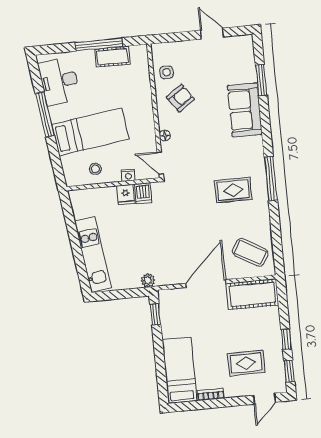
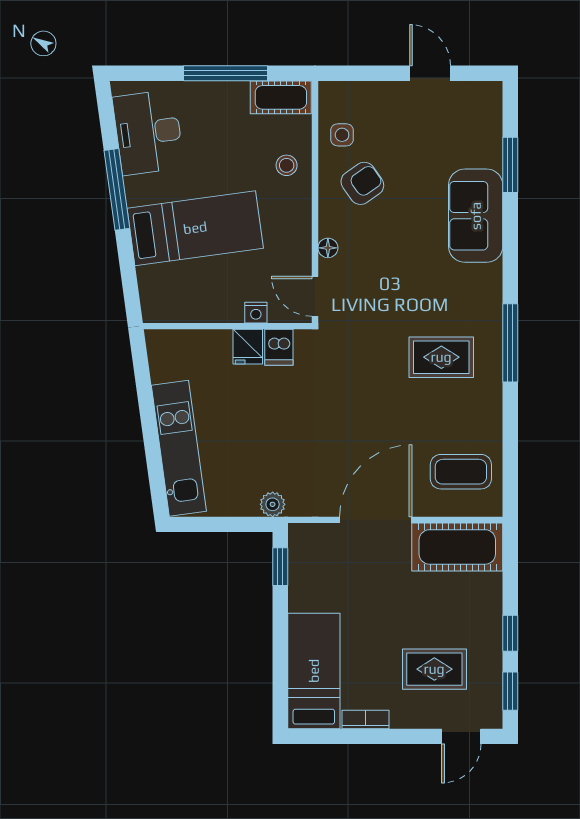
cot: (112, 57) -> (281, 97), moved
stool: (95, 169) -> (287, 165), moved
coffee table: (250, 252) -> (461, 472), turned -30

